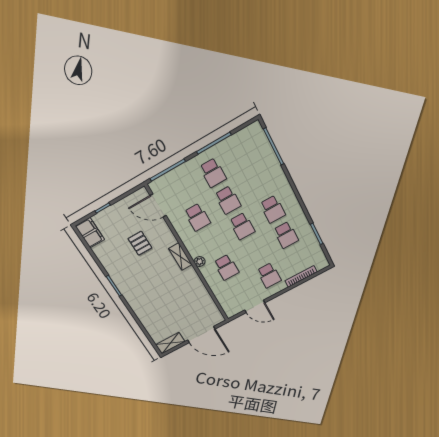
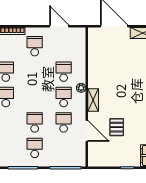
door: (158, 206) -> (87, 131), moved
school desk: (242, 226) -> (64, 97), moved

